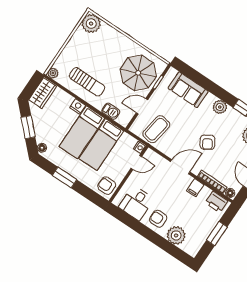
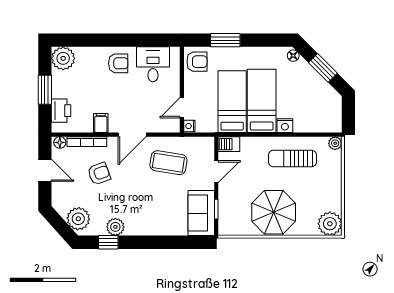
parasol: (138, 73) -> (274, 212), moved
sofa: (188, 90) -> (201, 213), moved, turned -90
wardrobe: (43, 93) -> (332, 115), removed
plant: (220, 107) -> (115, 227), moved
barbecue: (111, 111) -> (229, 144), moved
coffee table: (156, 129) -> (168, 163), moved, turned 90
armchair: (207, 142) -> (99, 174), moved, turned 103
window: (65, 177) -> (225, 40), moved
printer: (216, 202) -> (61, 111), moved, turned 90
plant: (176, 235) -> (63, 58), moved

